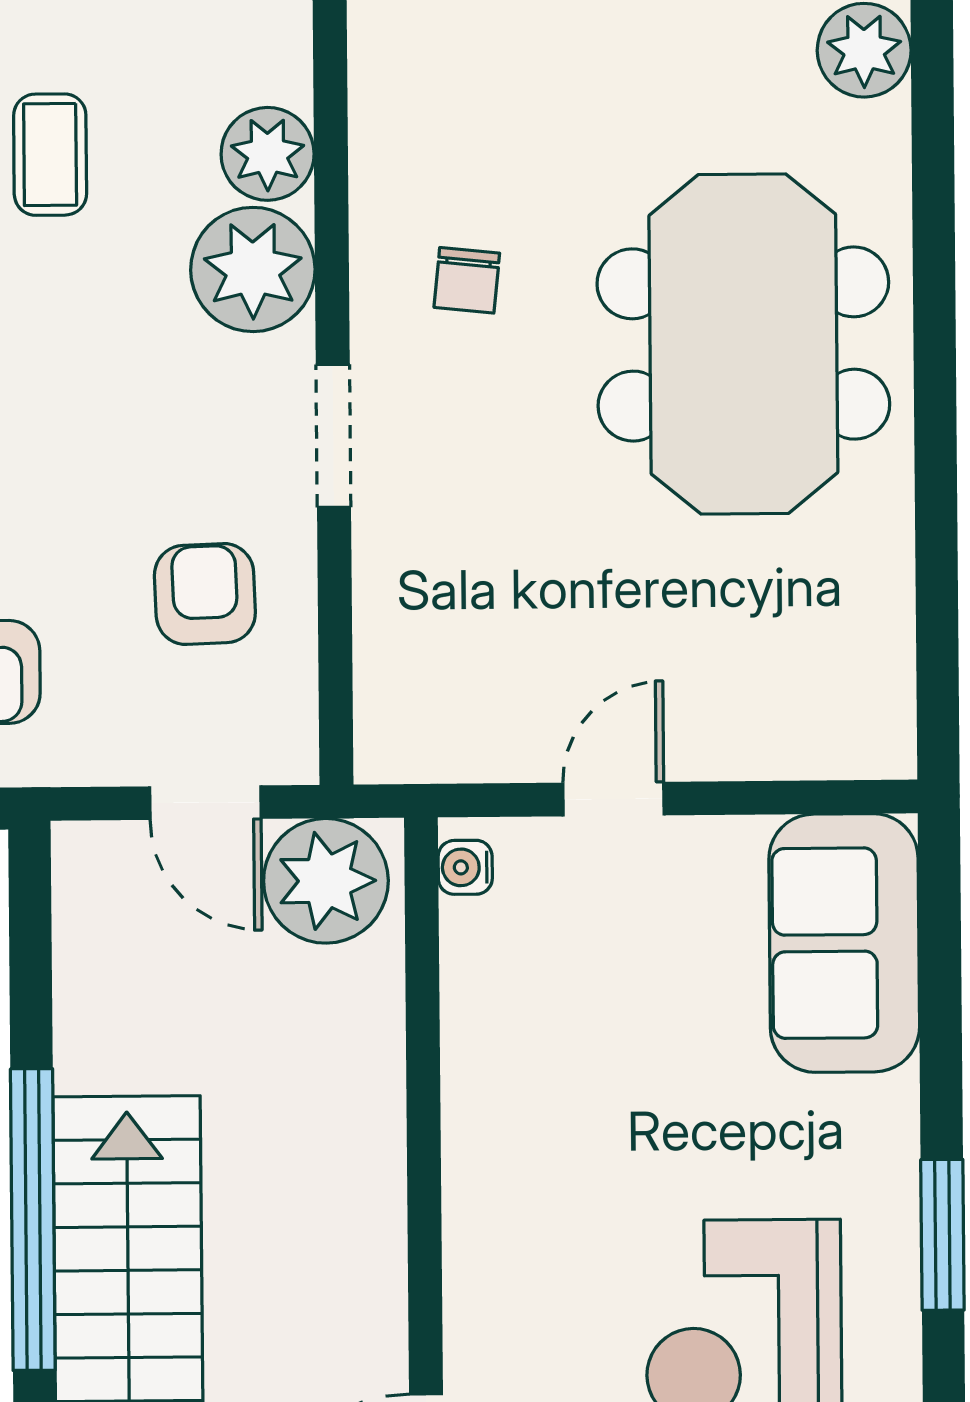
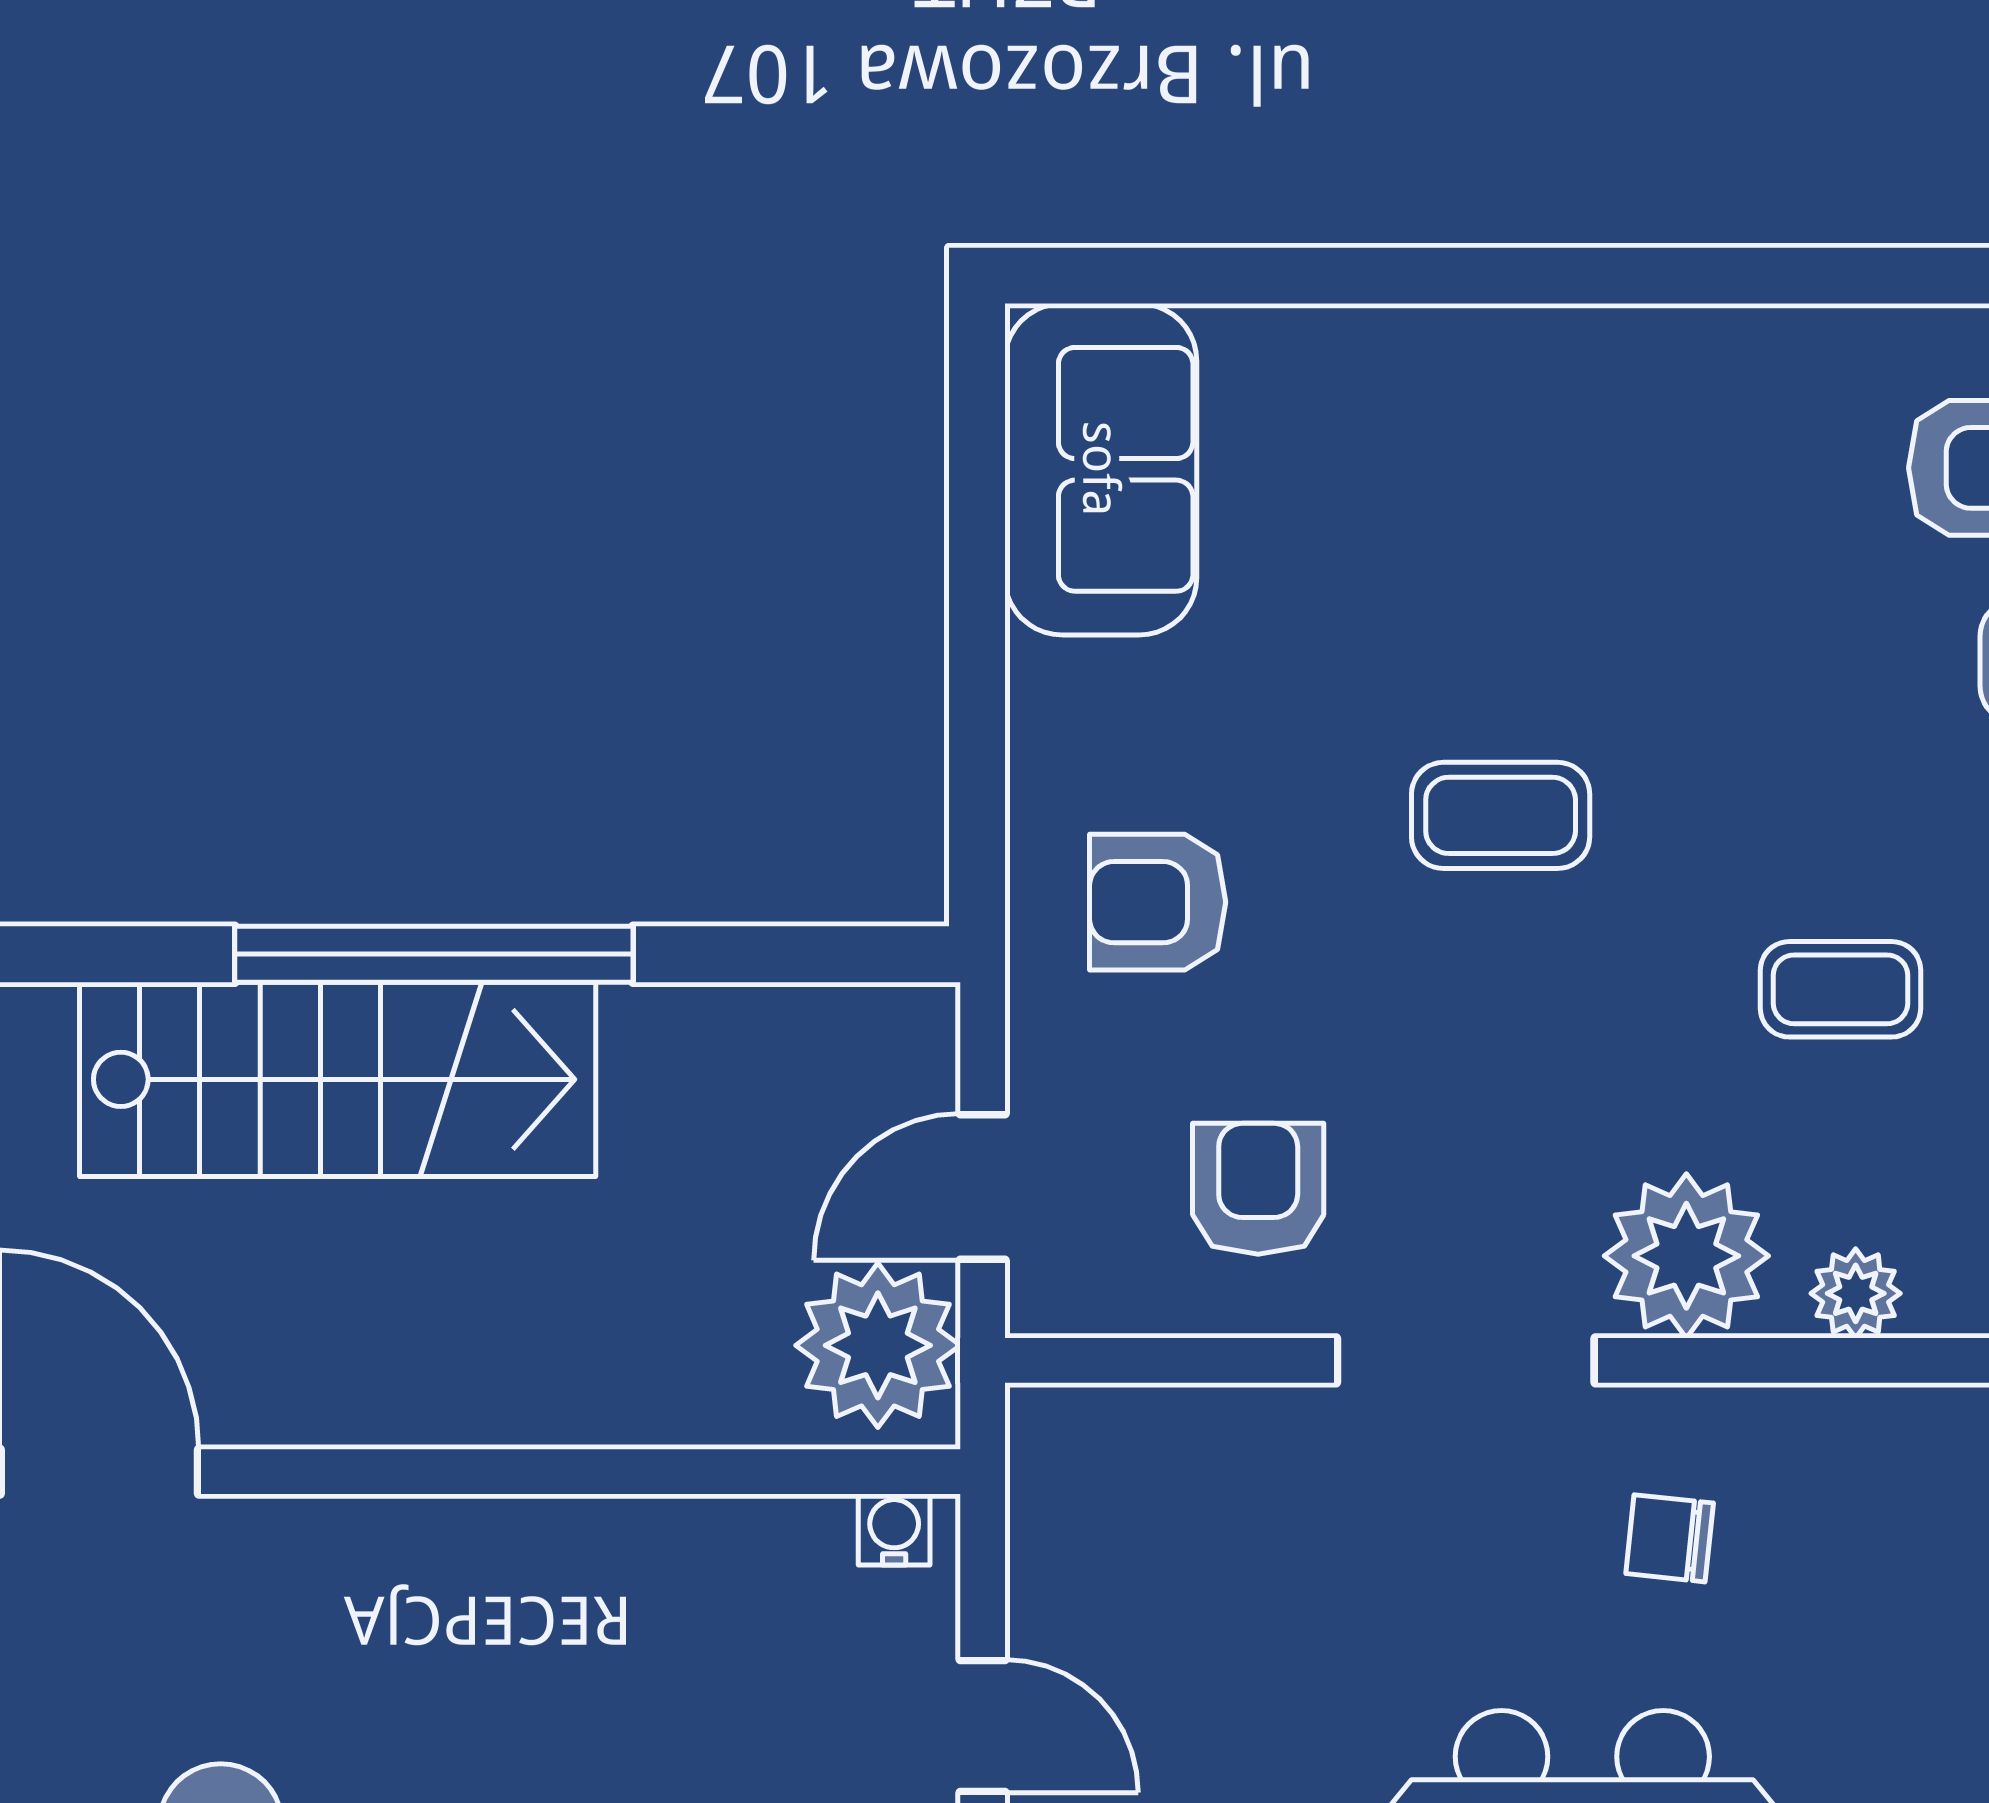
plant: (268, 154) -> (1856, 1293), width x0.73, depth x0.73
doorway: (333, 436) -> (1466, 1360), width x1.38
armchair: (205, 594) -> (1258, 1189), turned -88

